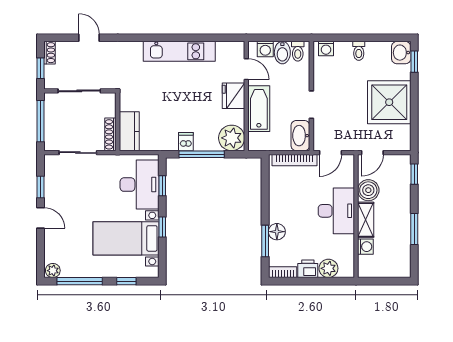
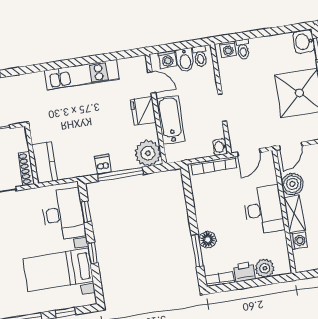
toilet: (359, 51) -> (243, 49), moved
washbasin: (300, 136) -> (220, 147), width x0.52, depth x0.69

